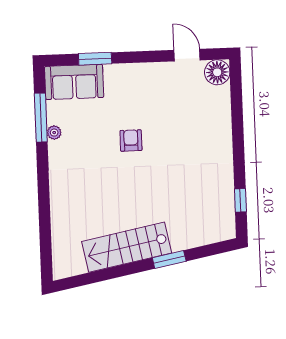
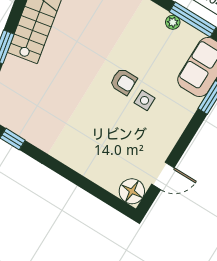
side table: (135, 112) -> (145, 100), added

